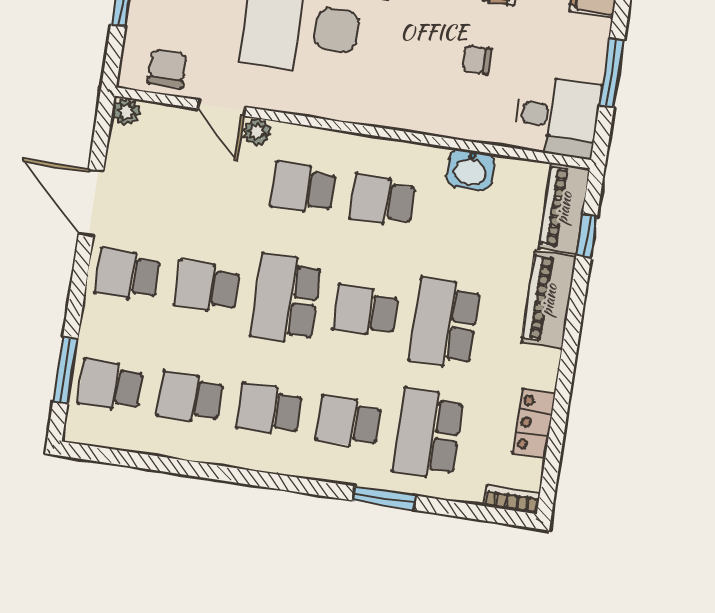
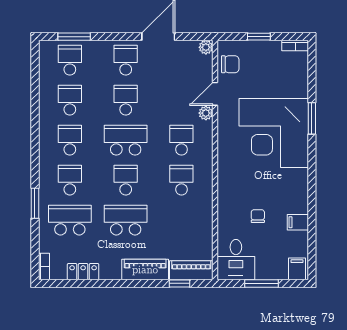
washbasin: (470, 170) -> (203, 221), removed

